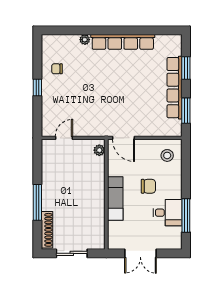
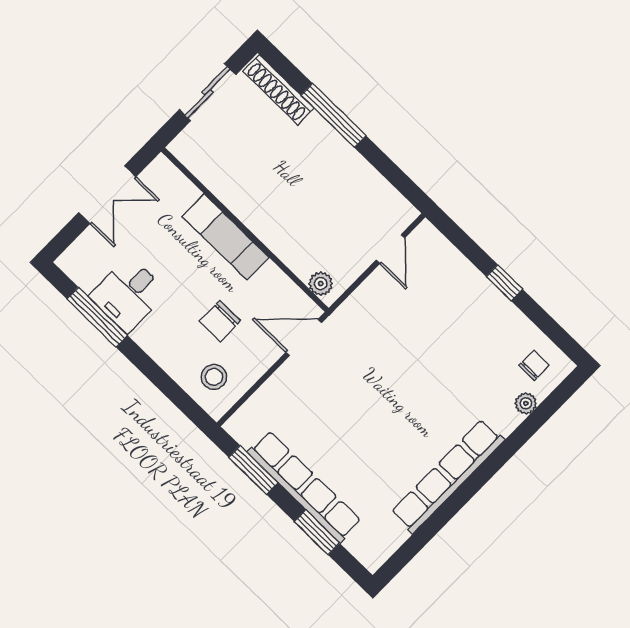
plant: (85, 40) -> (526, 403), moved
chair: (57, 69) -> (534, 365), moved
chair: (148, 186) -> (220, 321), moved
double door: (140, 253) -> (107, 195), swing flipped

